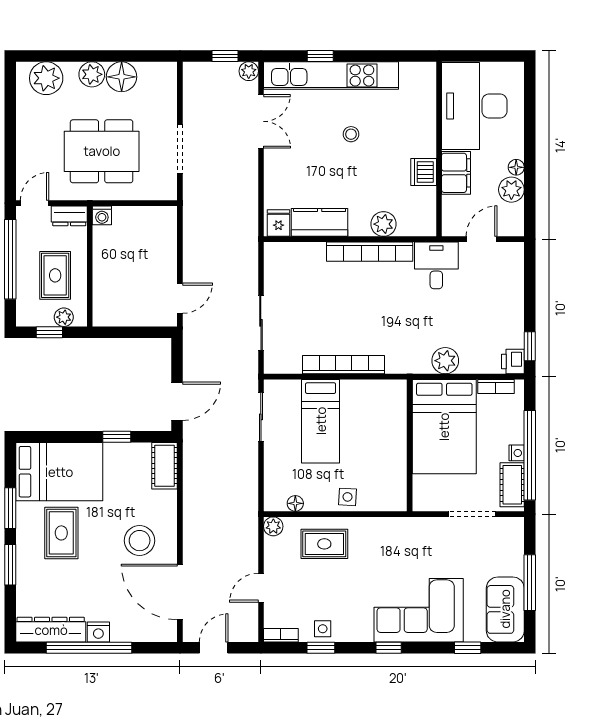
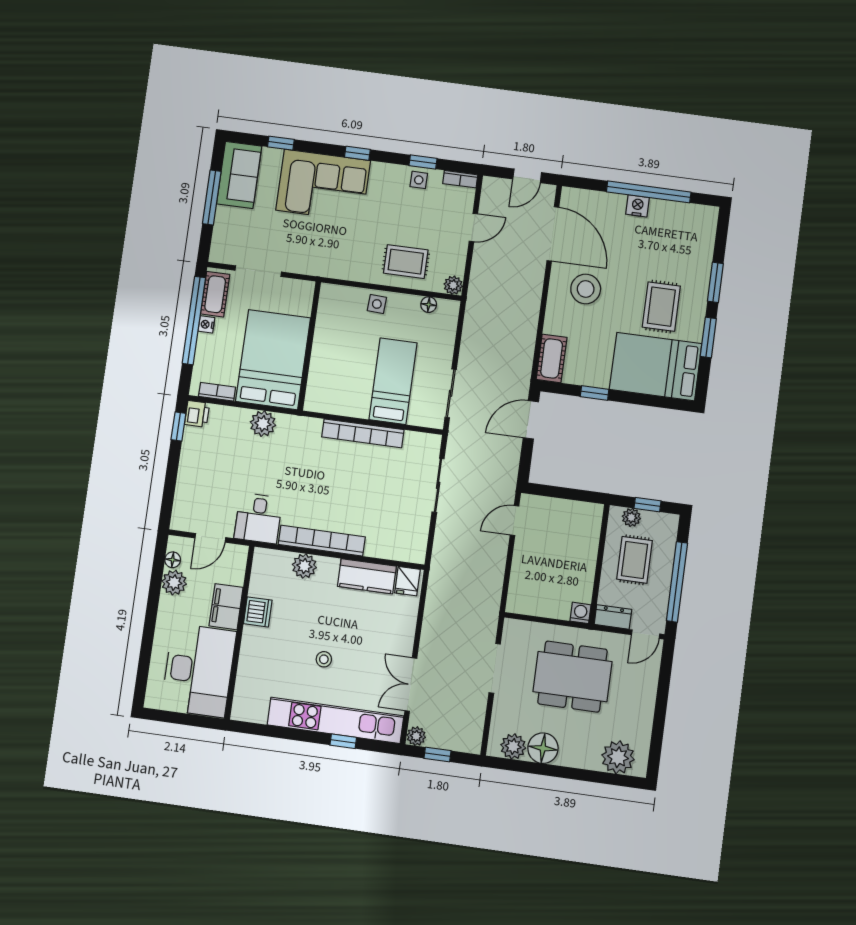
plant: (92, 74) -> (513, 746), moved
floor lamp: (516, 167) -> (173, 560), moved
dresser: (51, 630) -> (684, 214), removed

